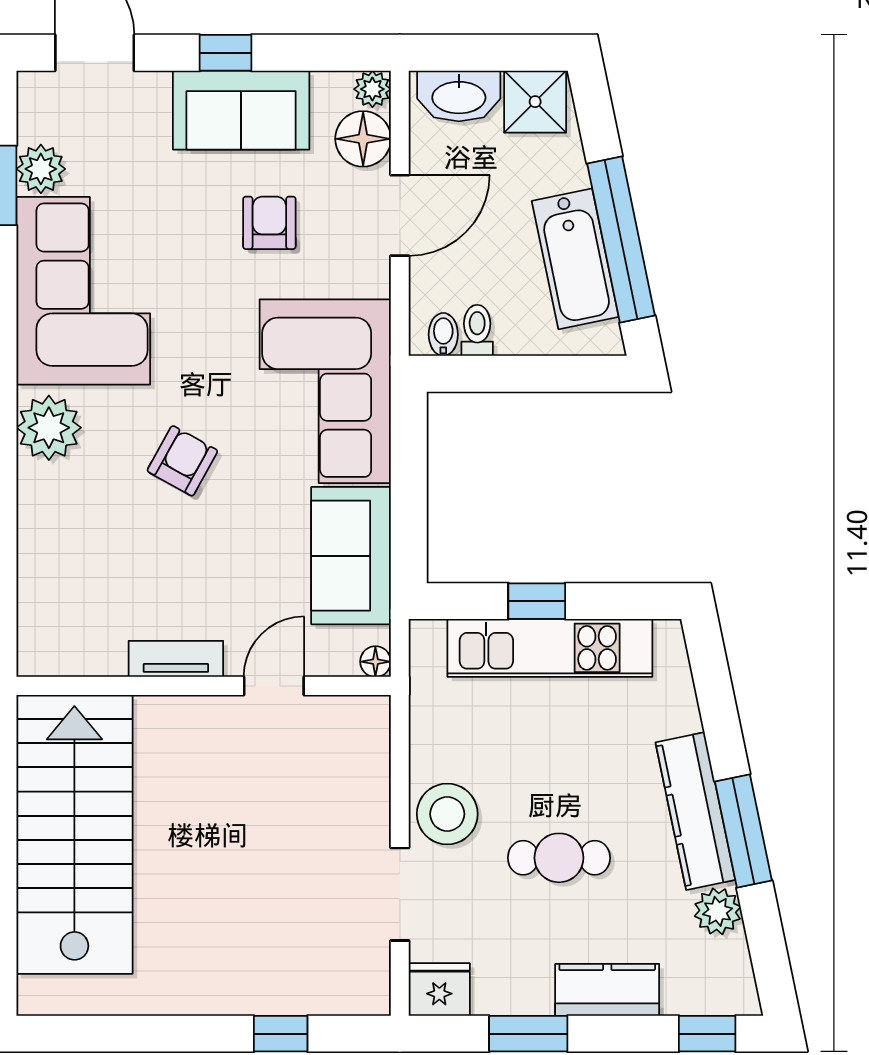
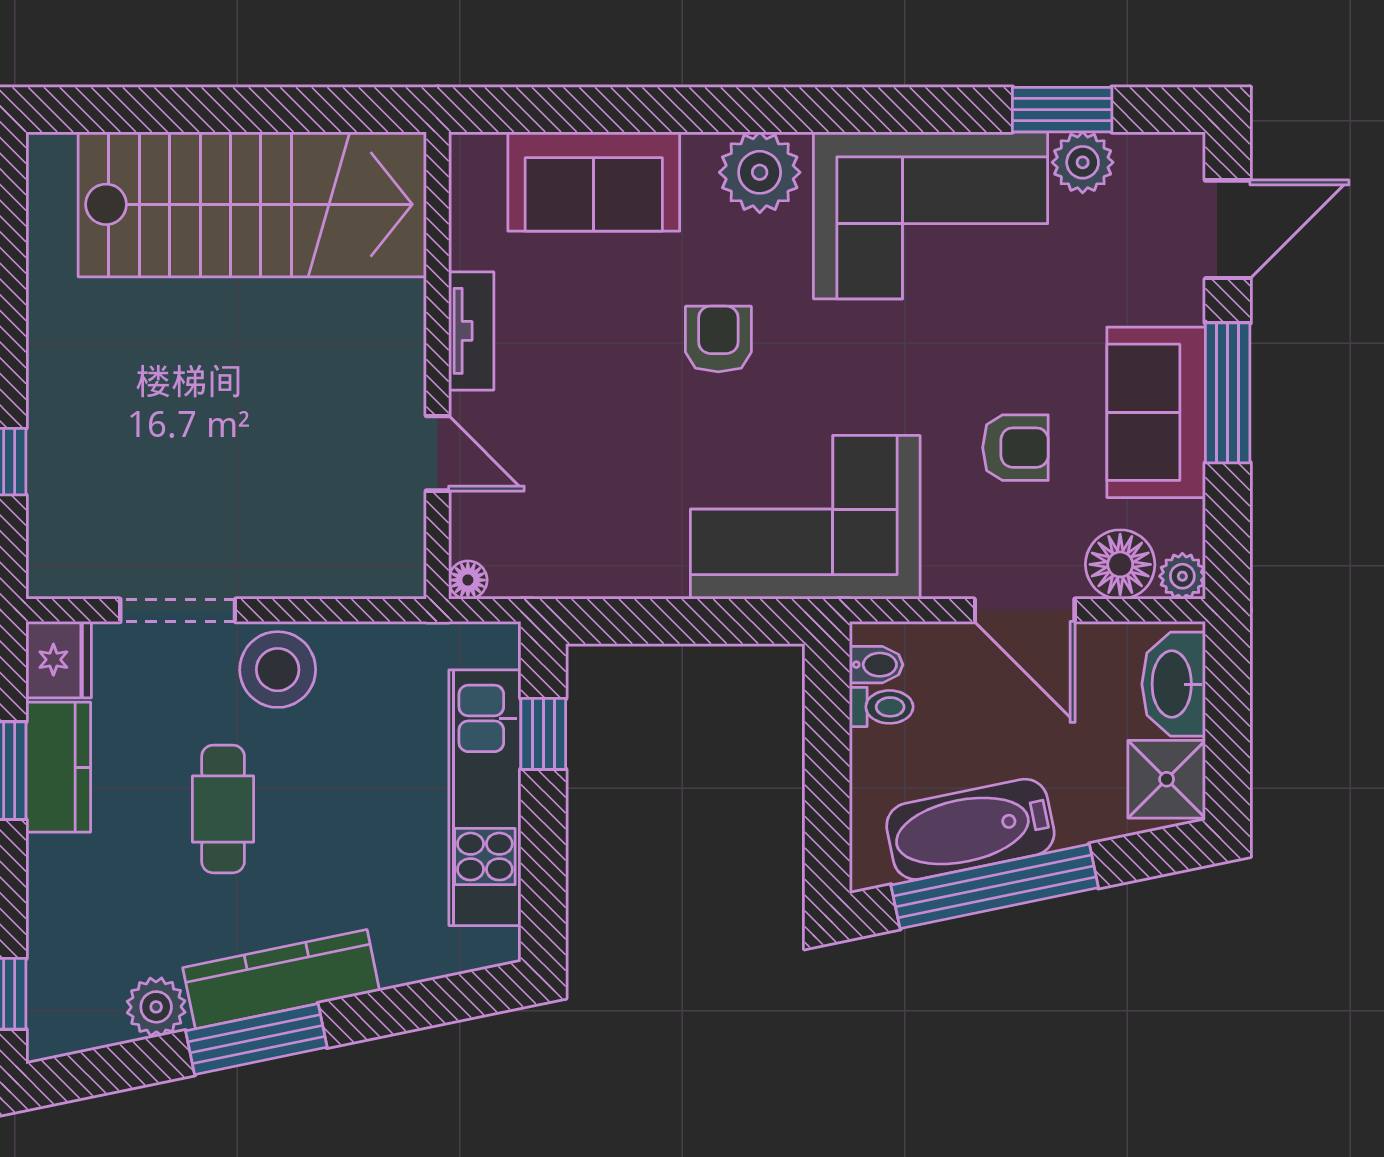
window: (226, 53) -> (1228, 393), width x2.17
armchair: (182, 461) -> (718, 339), turned -119
sofa: (351, 556) -> (594, 181), moved, turned 180
window: (537, 601) -> (543, 734), moved
kitchen counter: (607, 990) -> (58, 767), moved

